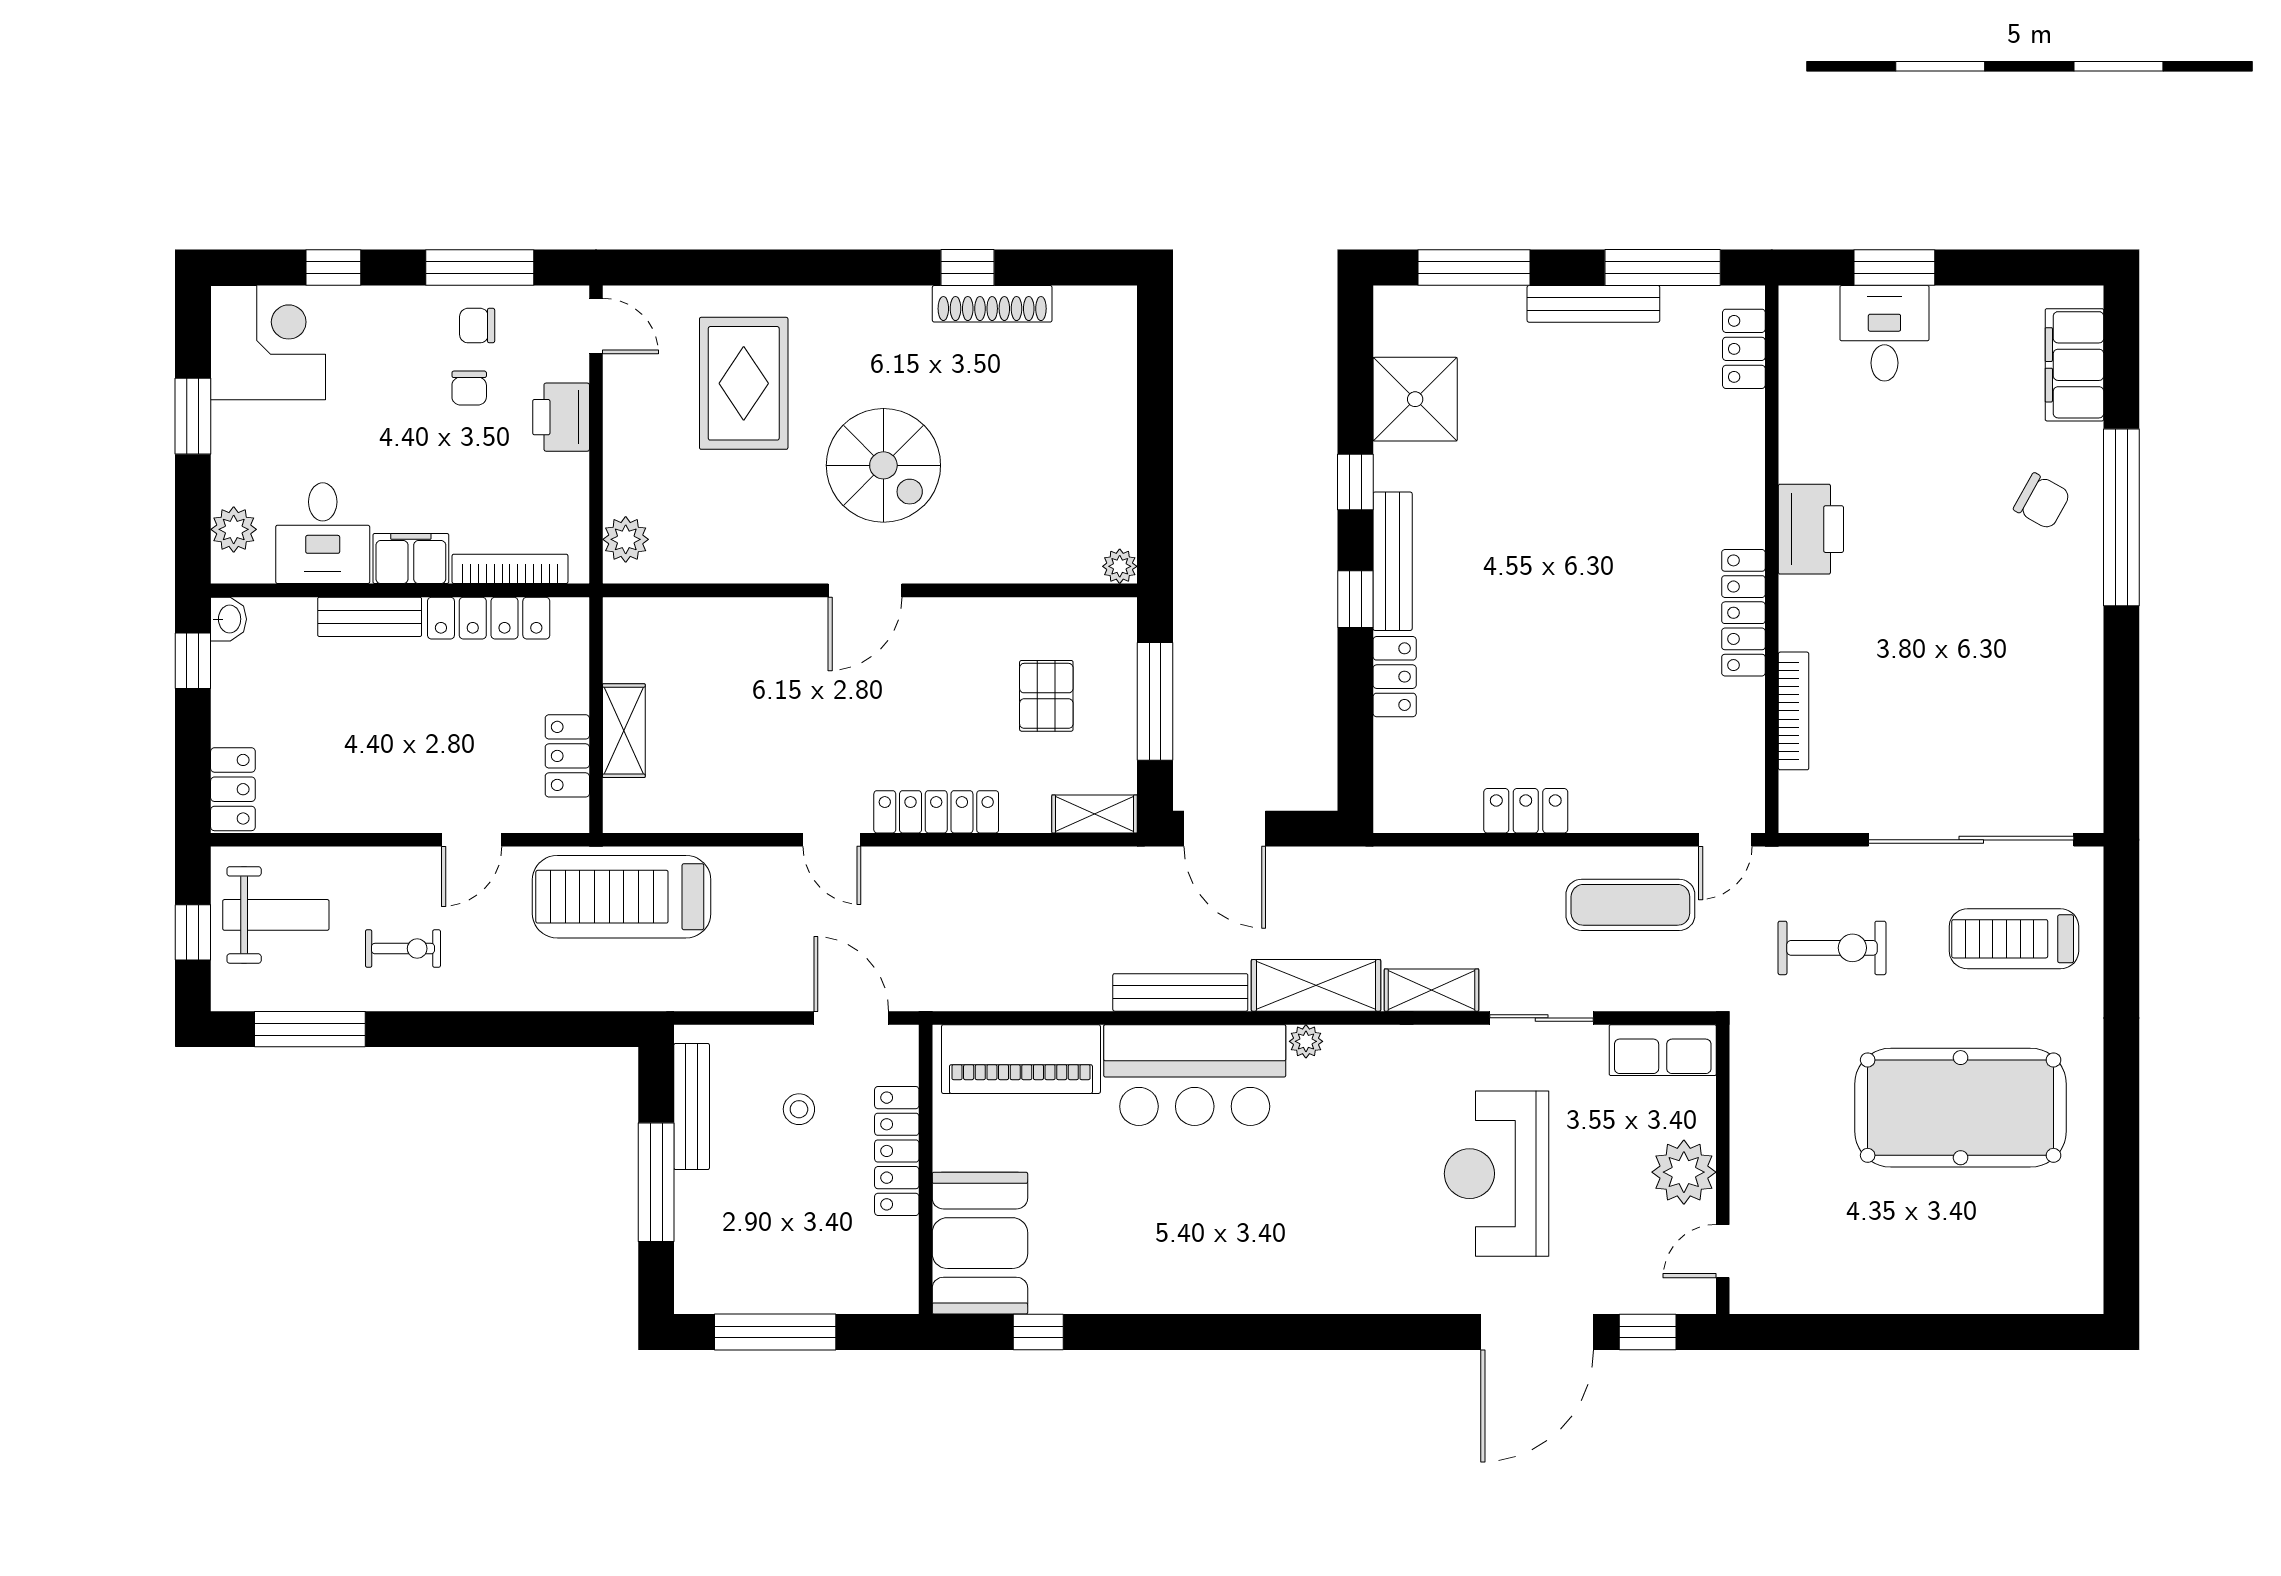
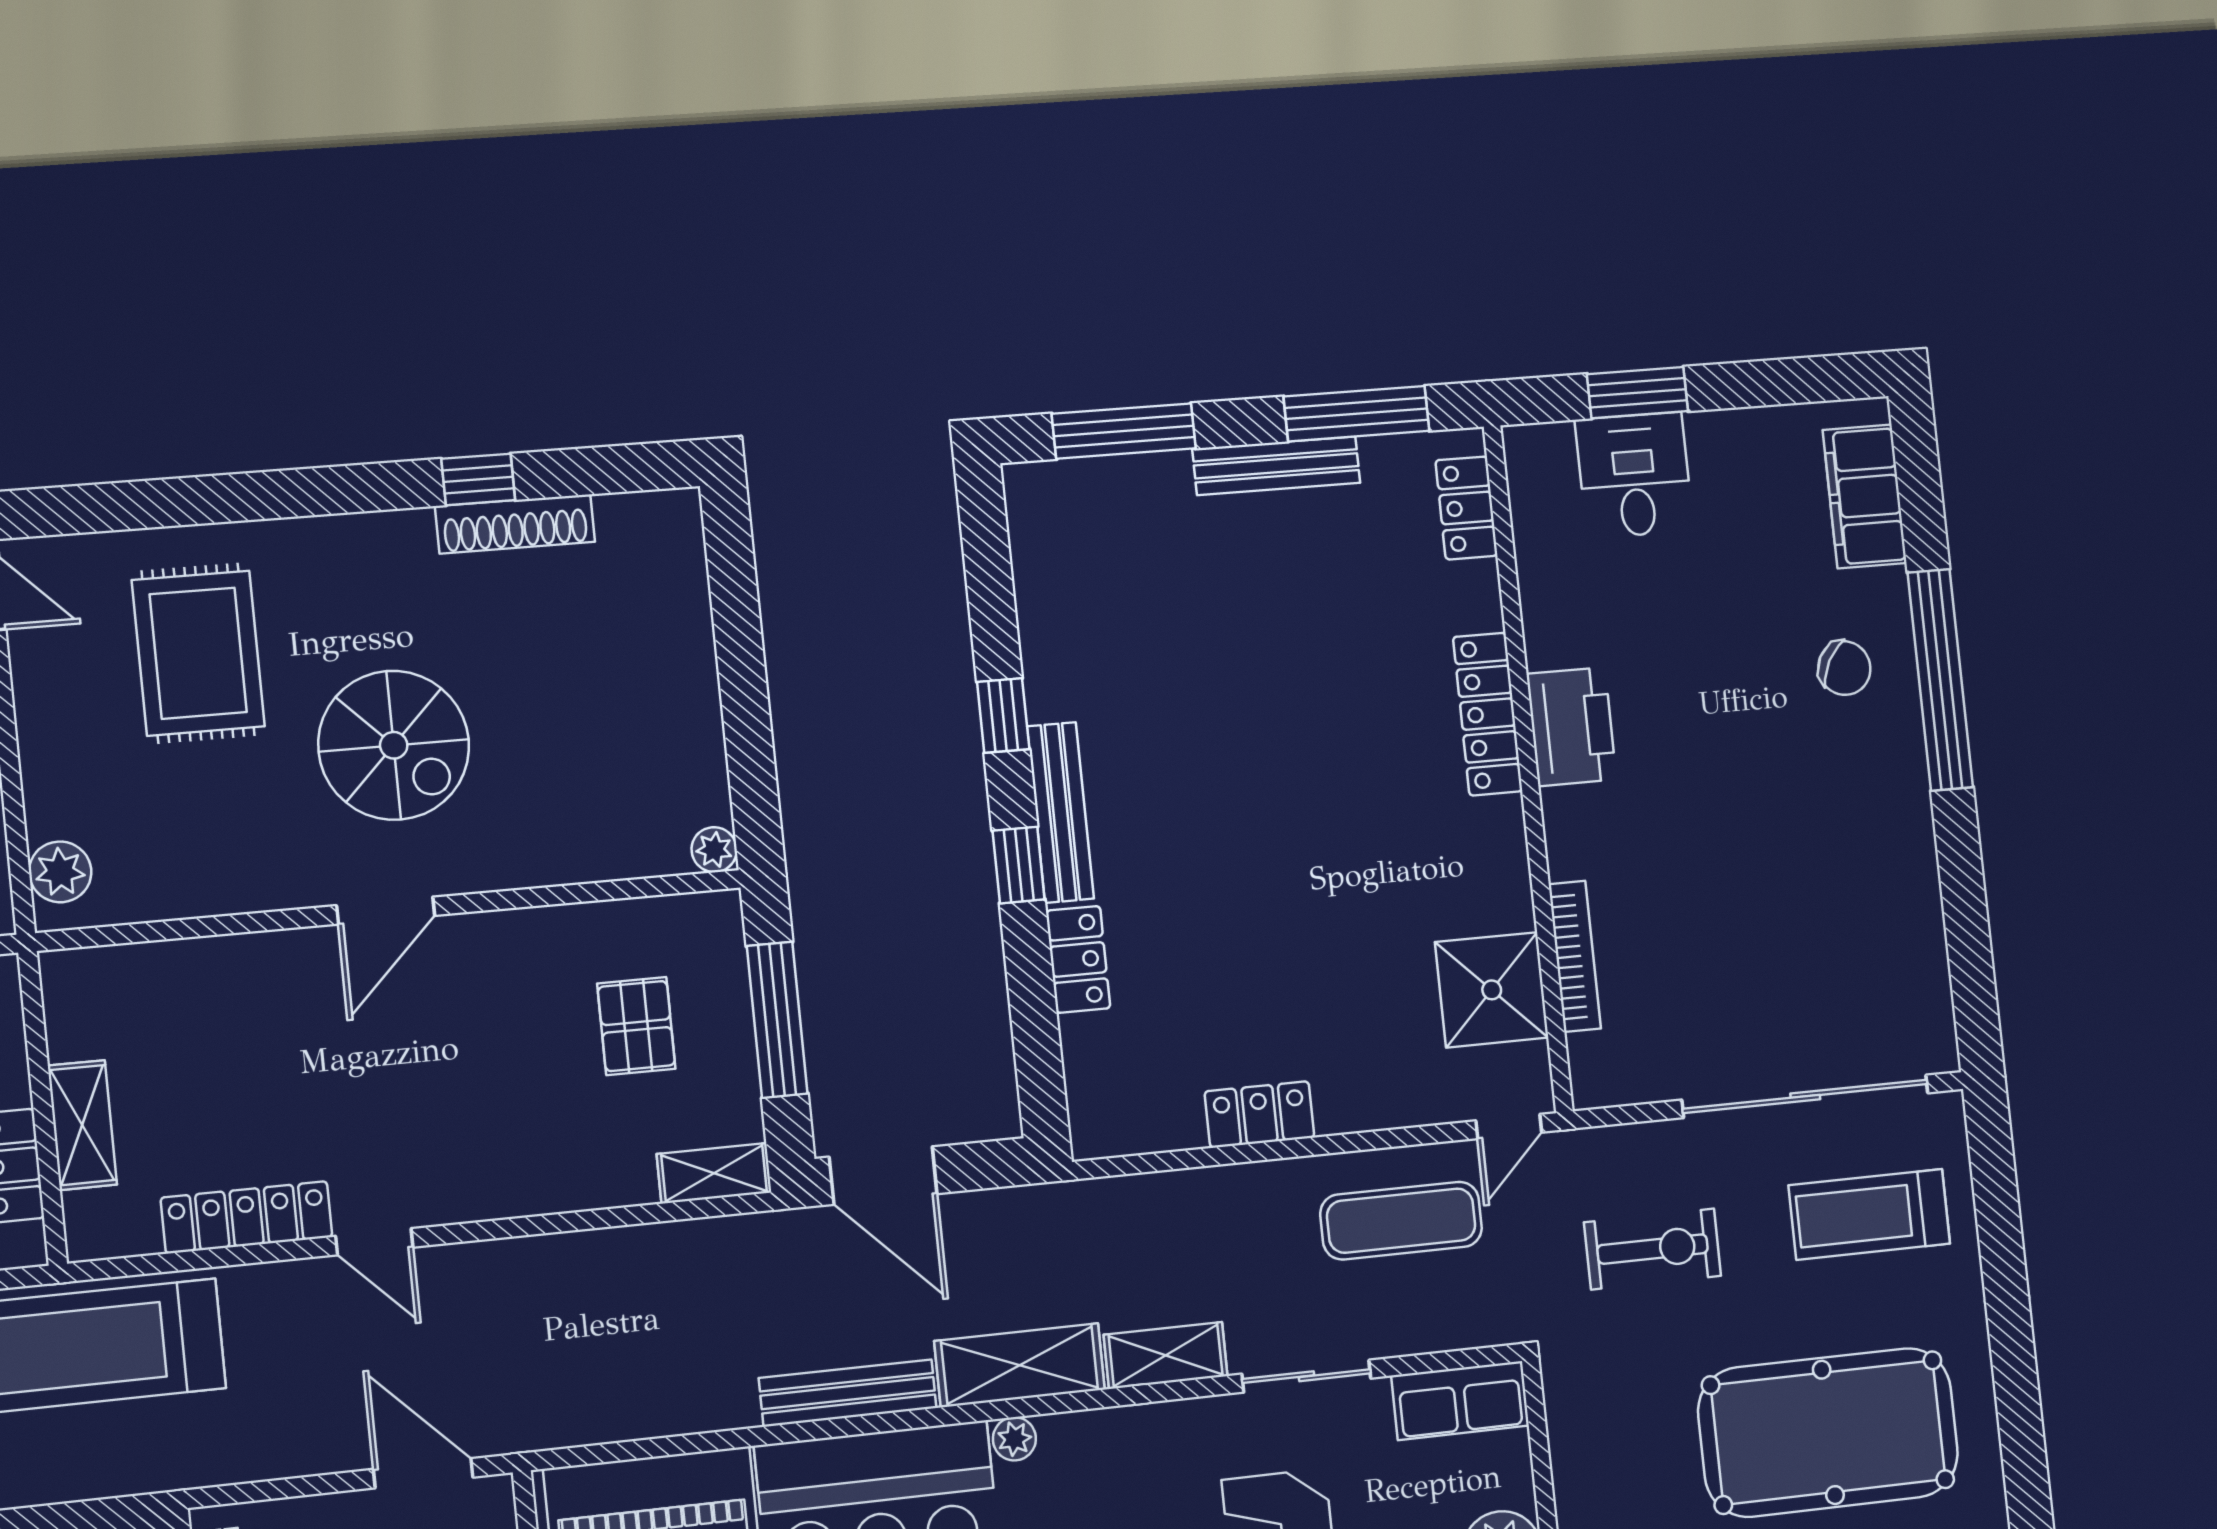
shower: (1415, 399) -> (1492, 990), moved
locker: (1743, 613) -> (1488, 714), moved
locker: (936, 812) -> (247, 1217), moved

